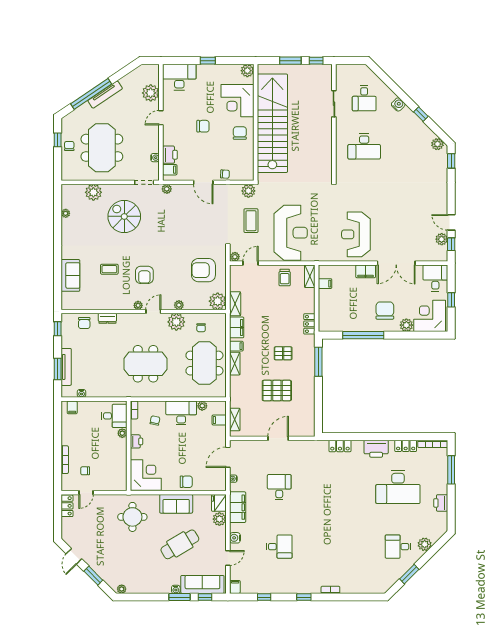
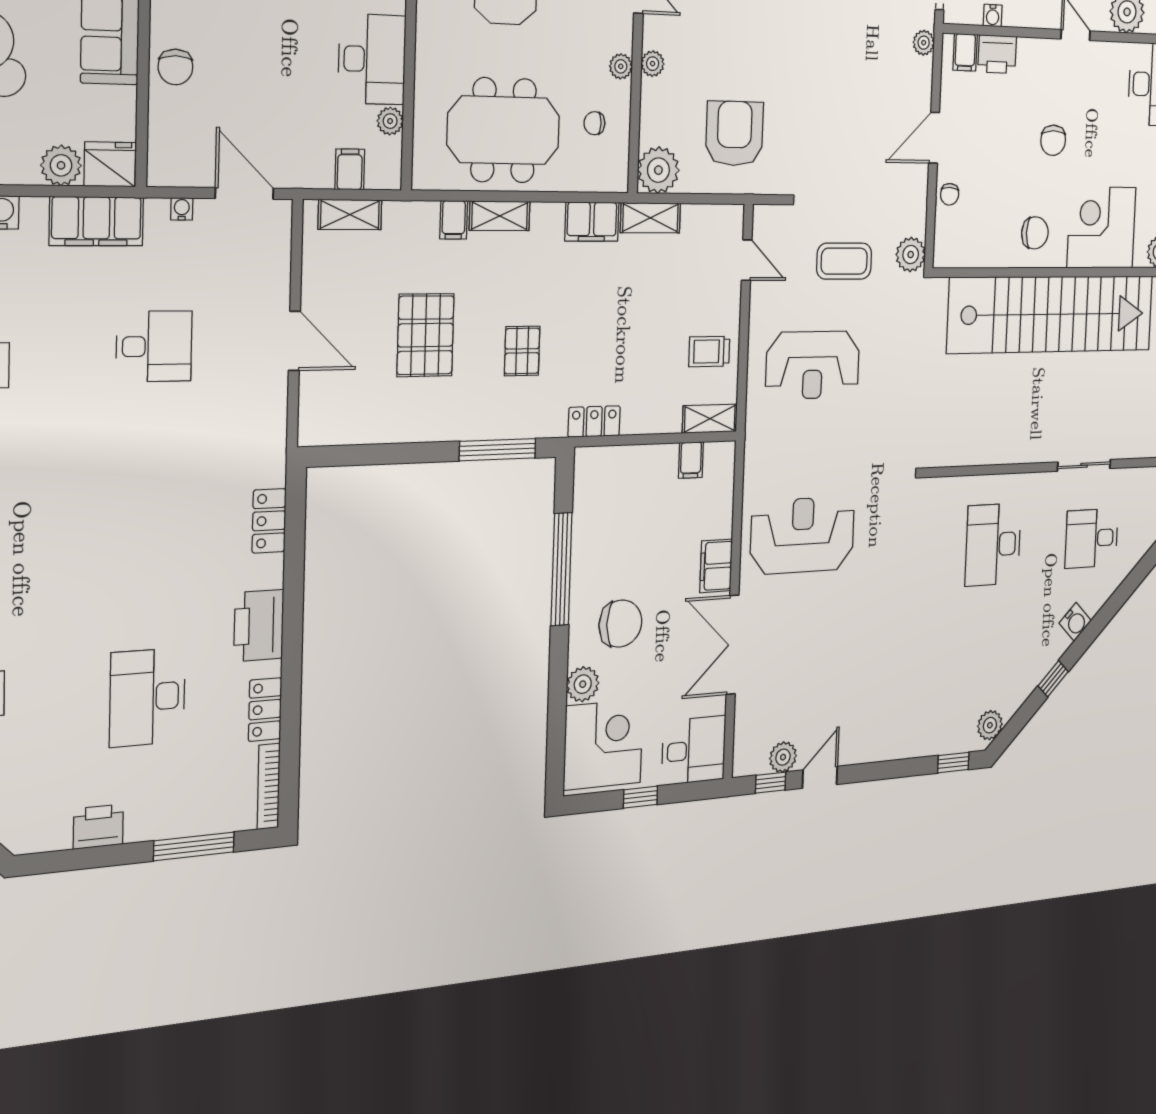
reception desk: (291, 233) -> (813, 365), width x0.74, depth x0.77
plant: (235, 257) -> (763, 218), removed
plant: (176, 322) -> (621, 66), width x0.53, depth x0.53
filing cabinet: (236, 346) -> (454, 220), moved
desk: (398, 487) -> (147, 697), width x0.73, depth x0.77

